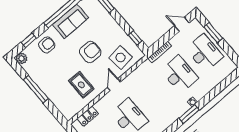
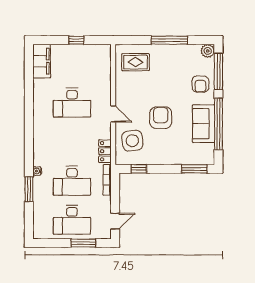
window: (29, 40) -> (218, 71), width x2.17
armchair: (90, 52) -> (161, 118), turned 180
rug: (81, 85) -> (136, 62), moved
window: (189, 114) -> (29, 189), moved
locker: (88, 116) -> (105, 151), moved

